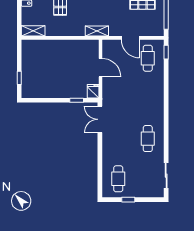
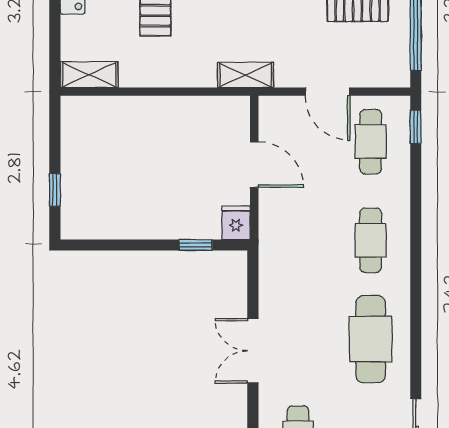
cafe table: (148, 98) -> (371, 240), added
double door: (100, 119) -> (253, 351), moved
cafe table: (148, 139) -> (371, 339), width x1.37, depth x1.35

